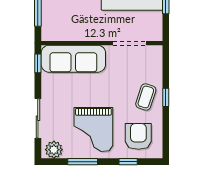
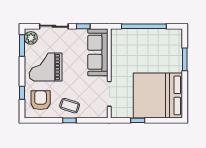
window: (38, 63) -> (83, 26), moved
armchair: (138, 136) -> (41, 100), turned -90
window: (83, 162) -> (22, 45), moved

